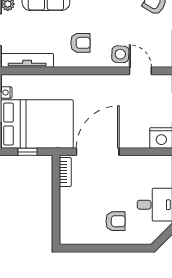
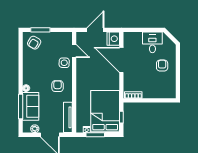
door: (140, 71) -> (74, 51), swing flipped
door: (98, 152) -> (121, 60), moved

